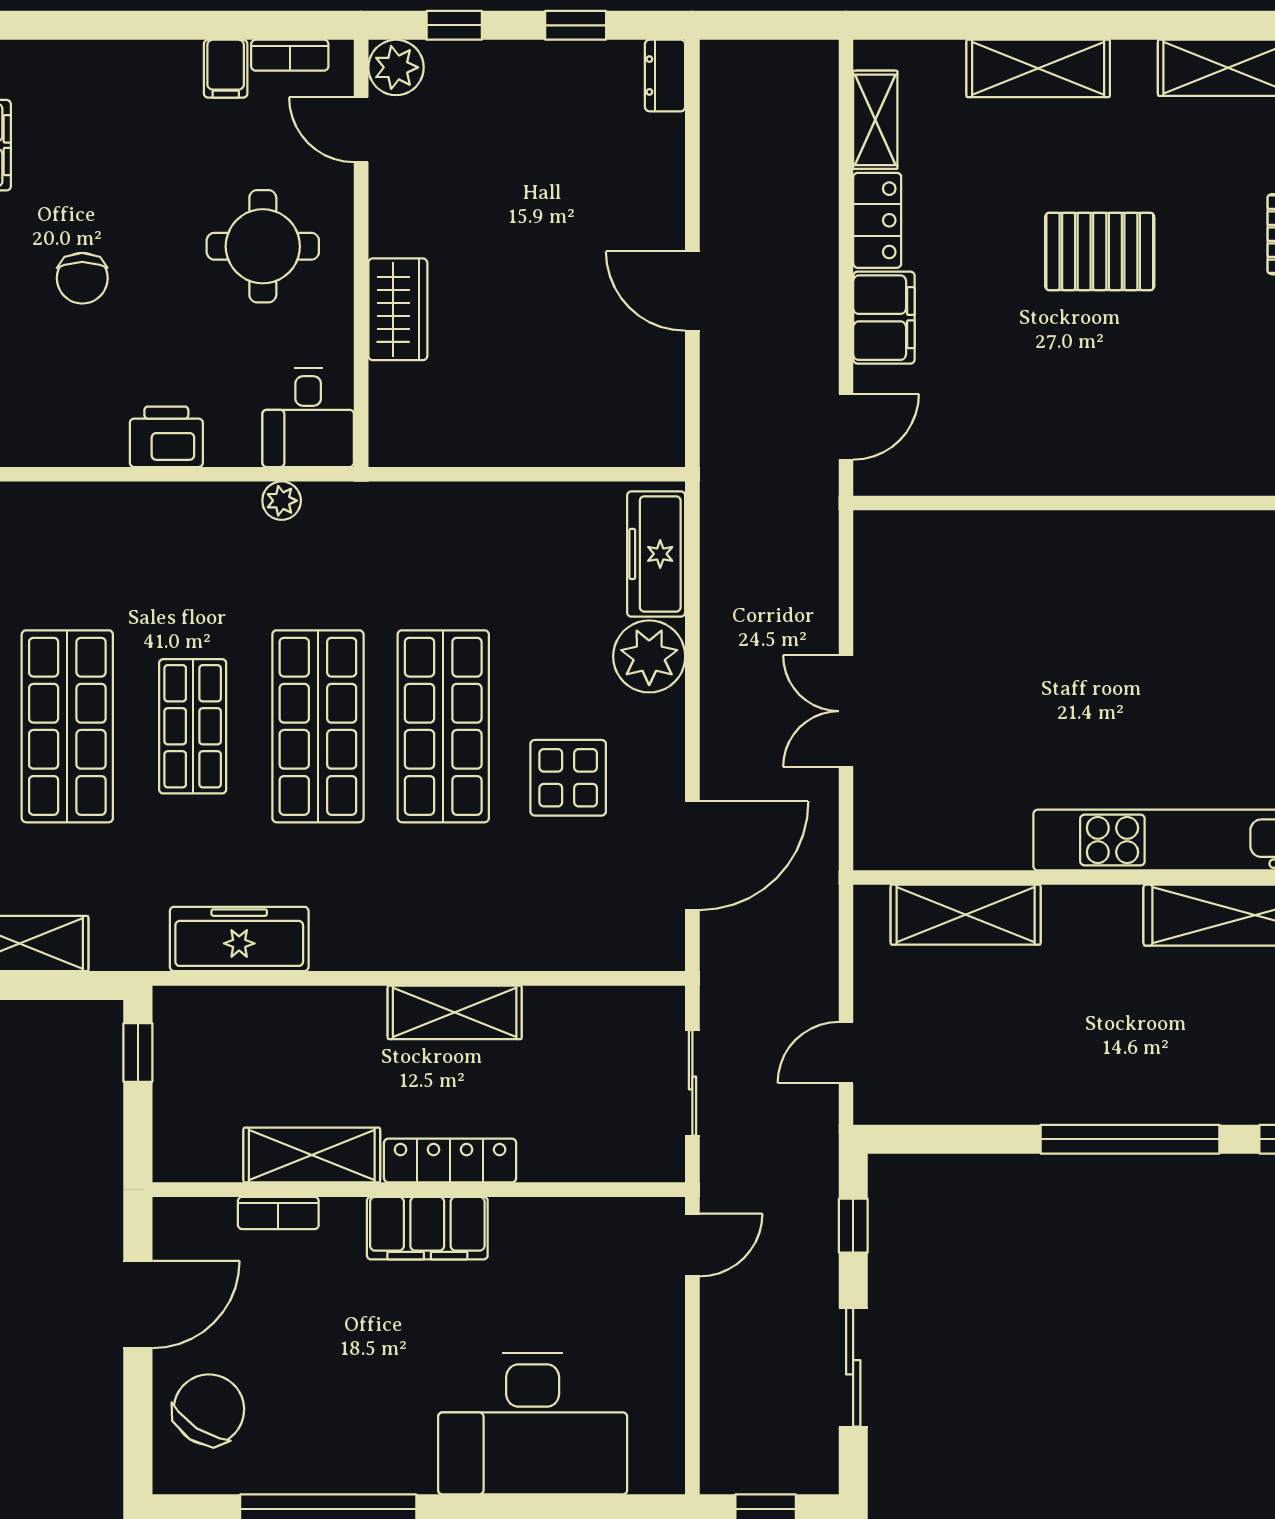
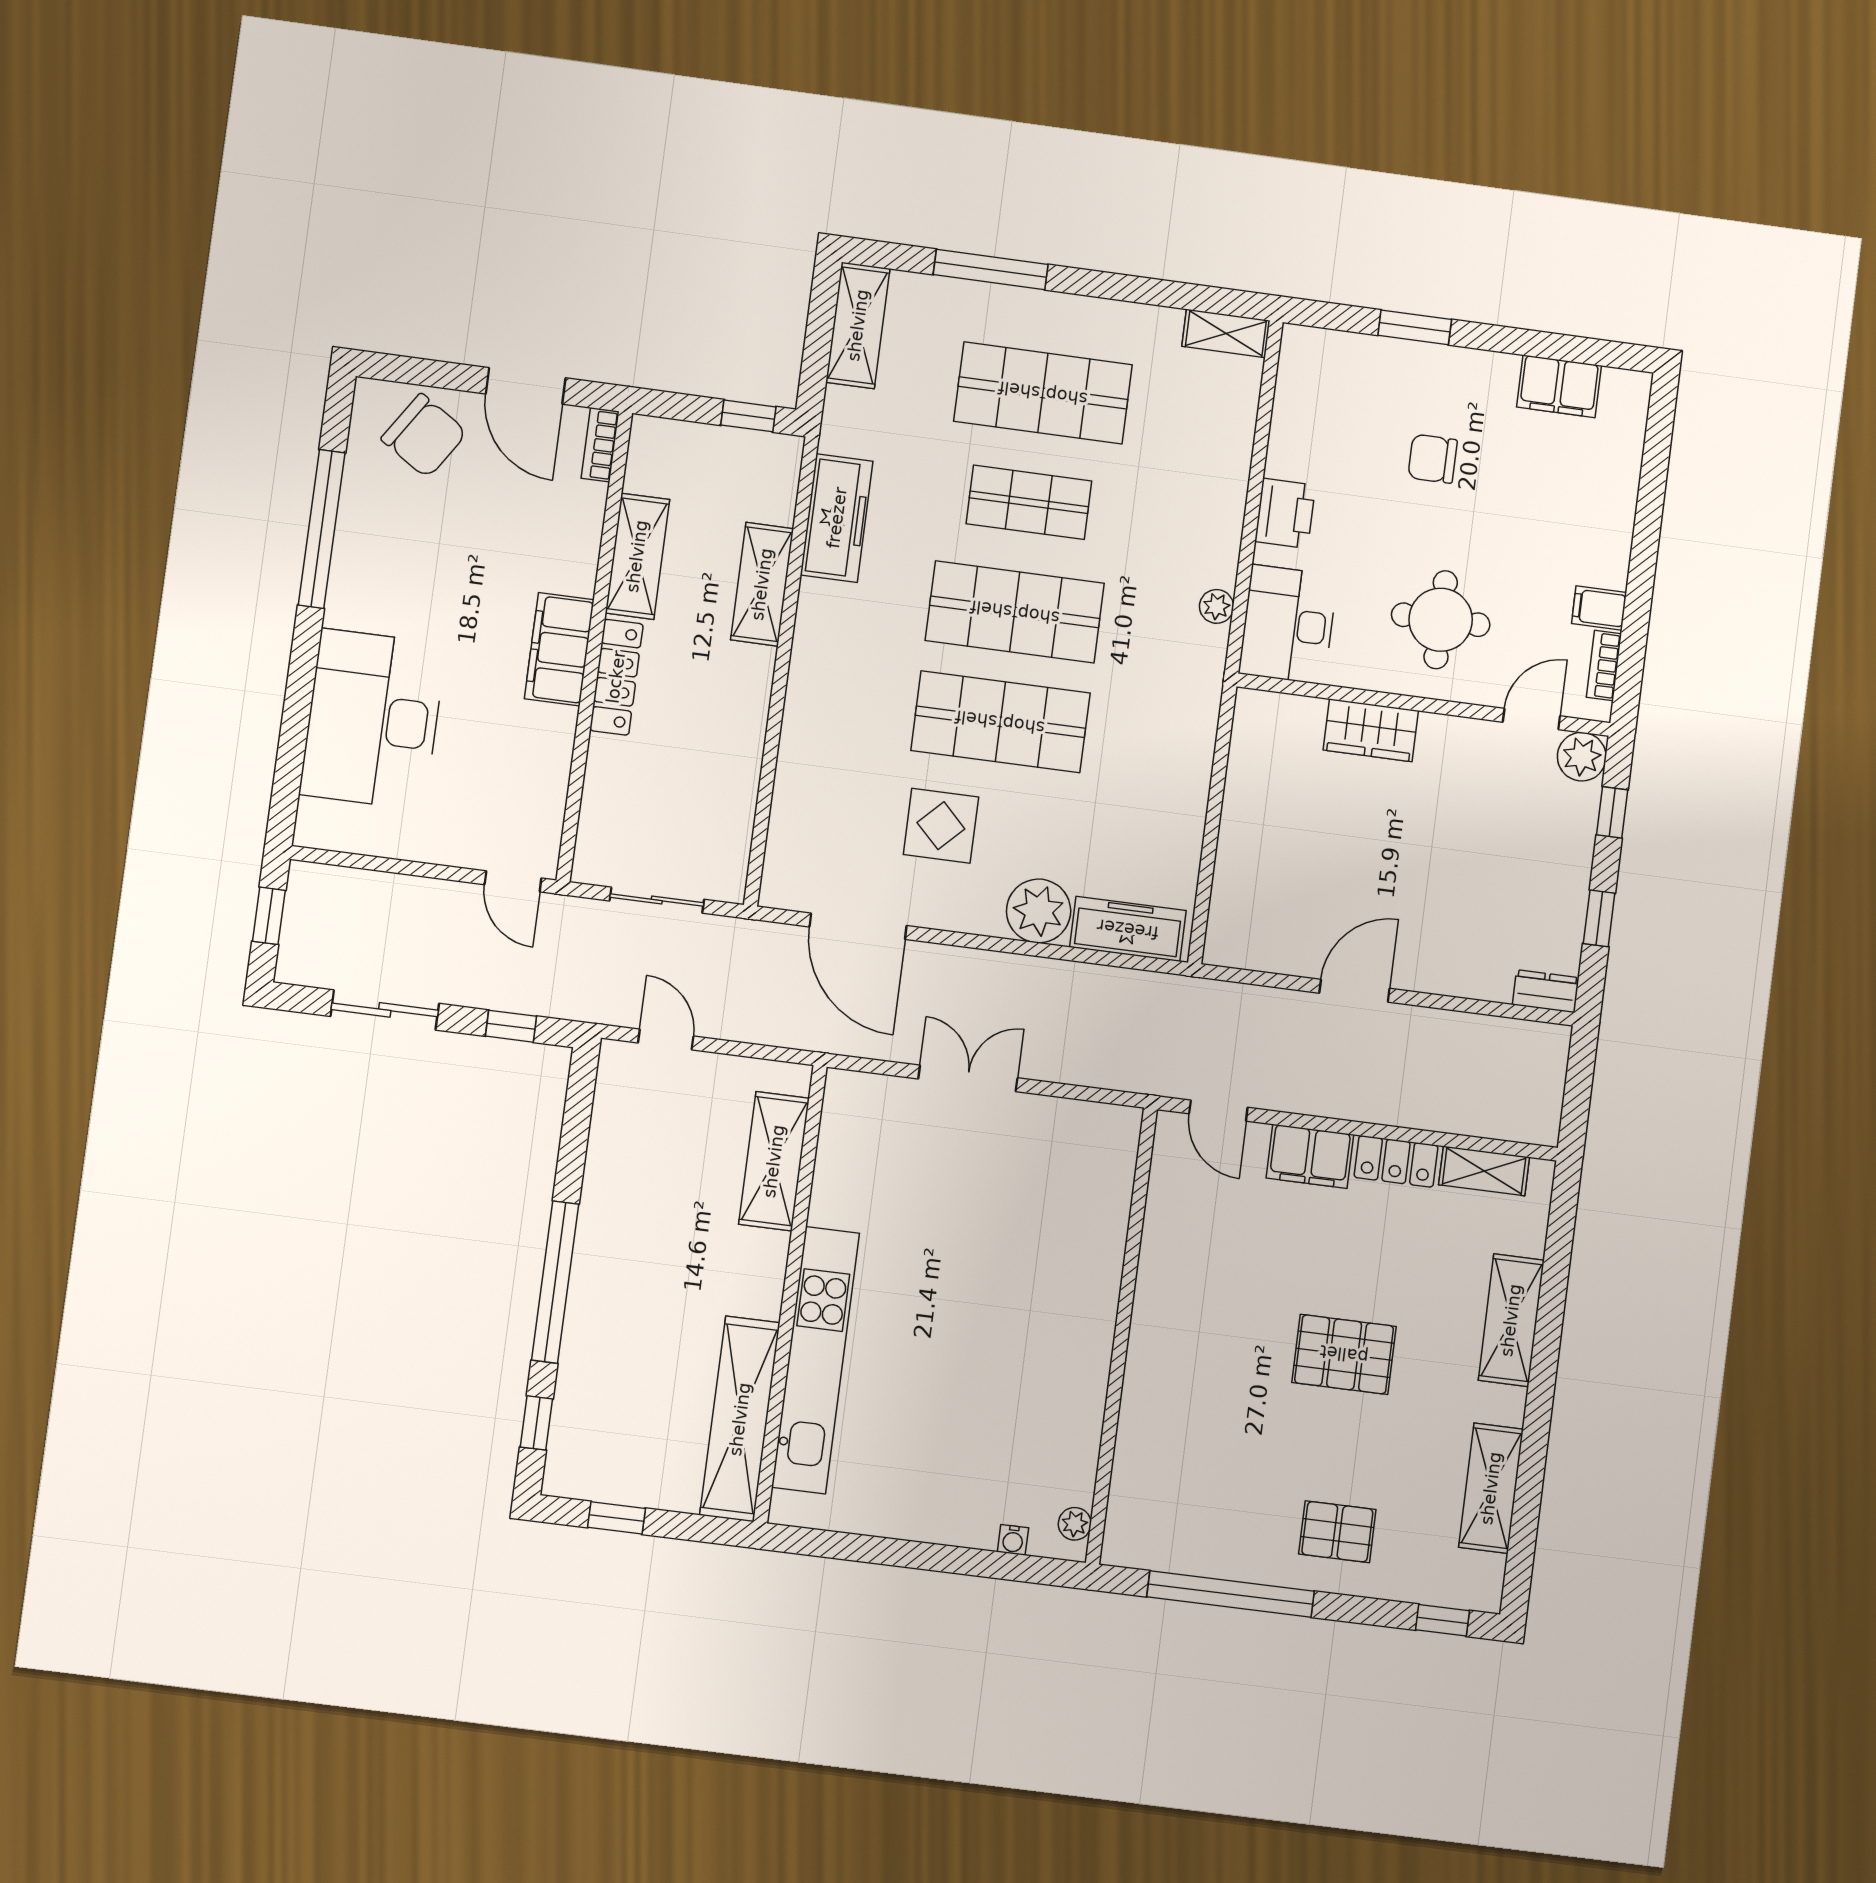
pallet: (1100, 251) -> (1344, 1354), turned 90
desk: (308, 418) -> (1288, 624), width x1.37
shelving: (455, 1012) -> (762, 584), moved
bookcase: (278, 1213) -> (600, 445), moved

